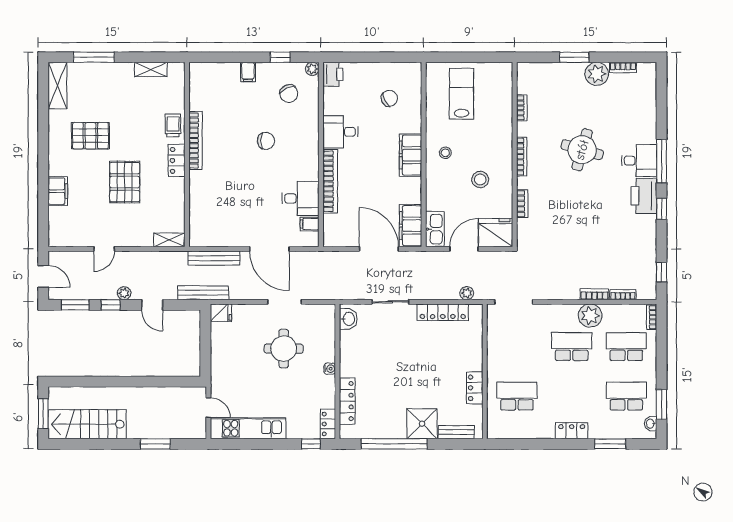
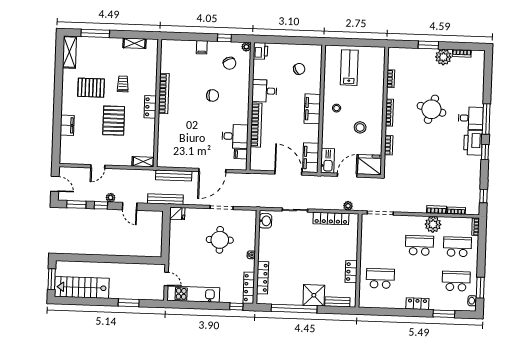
trolley: (173, 126) -> (123, 84), moved
door: (269, 249) -> (212, 170), hinge flipped
locker: (328, 424) -> (249, 288), width x1.53

